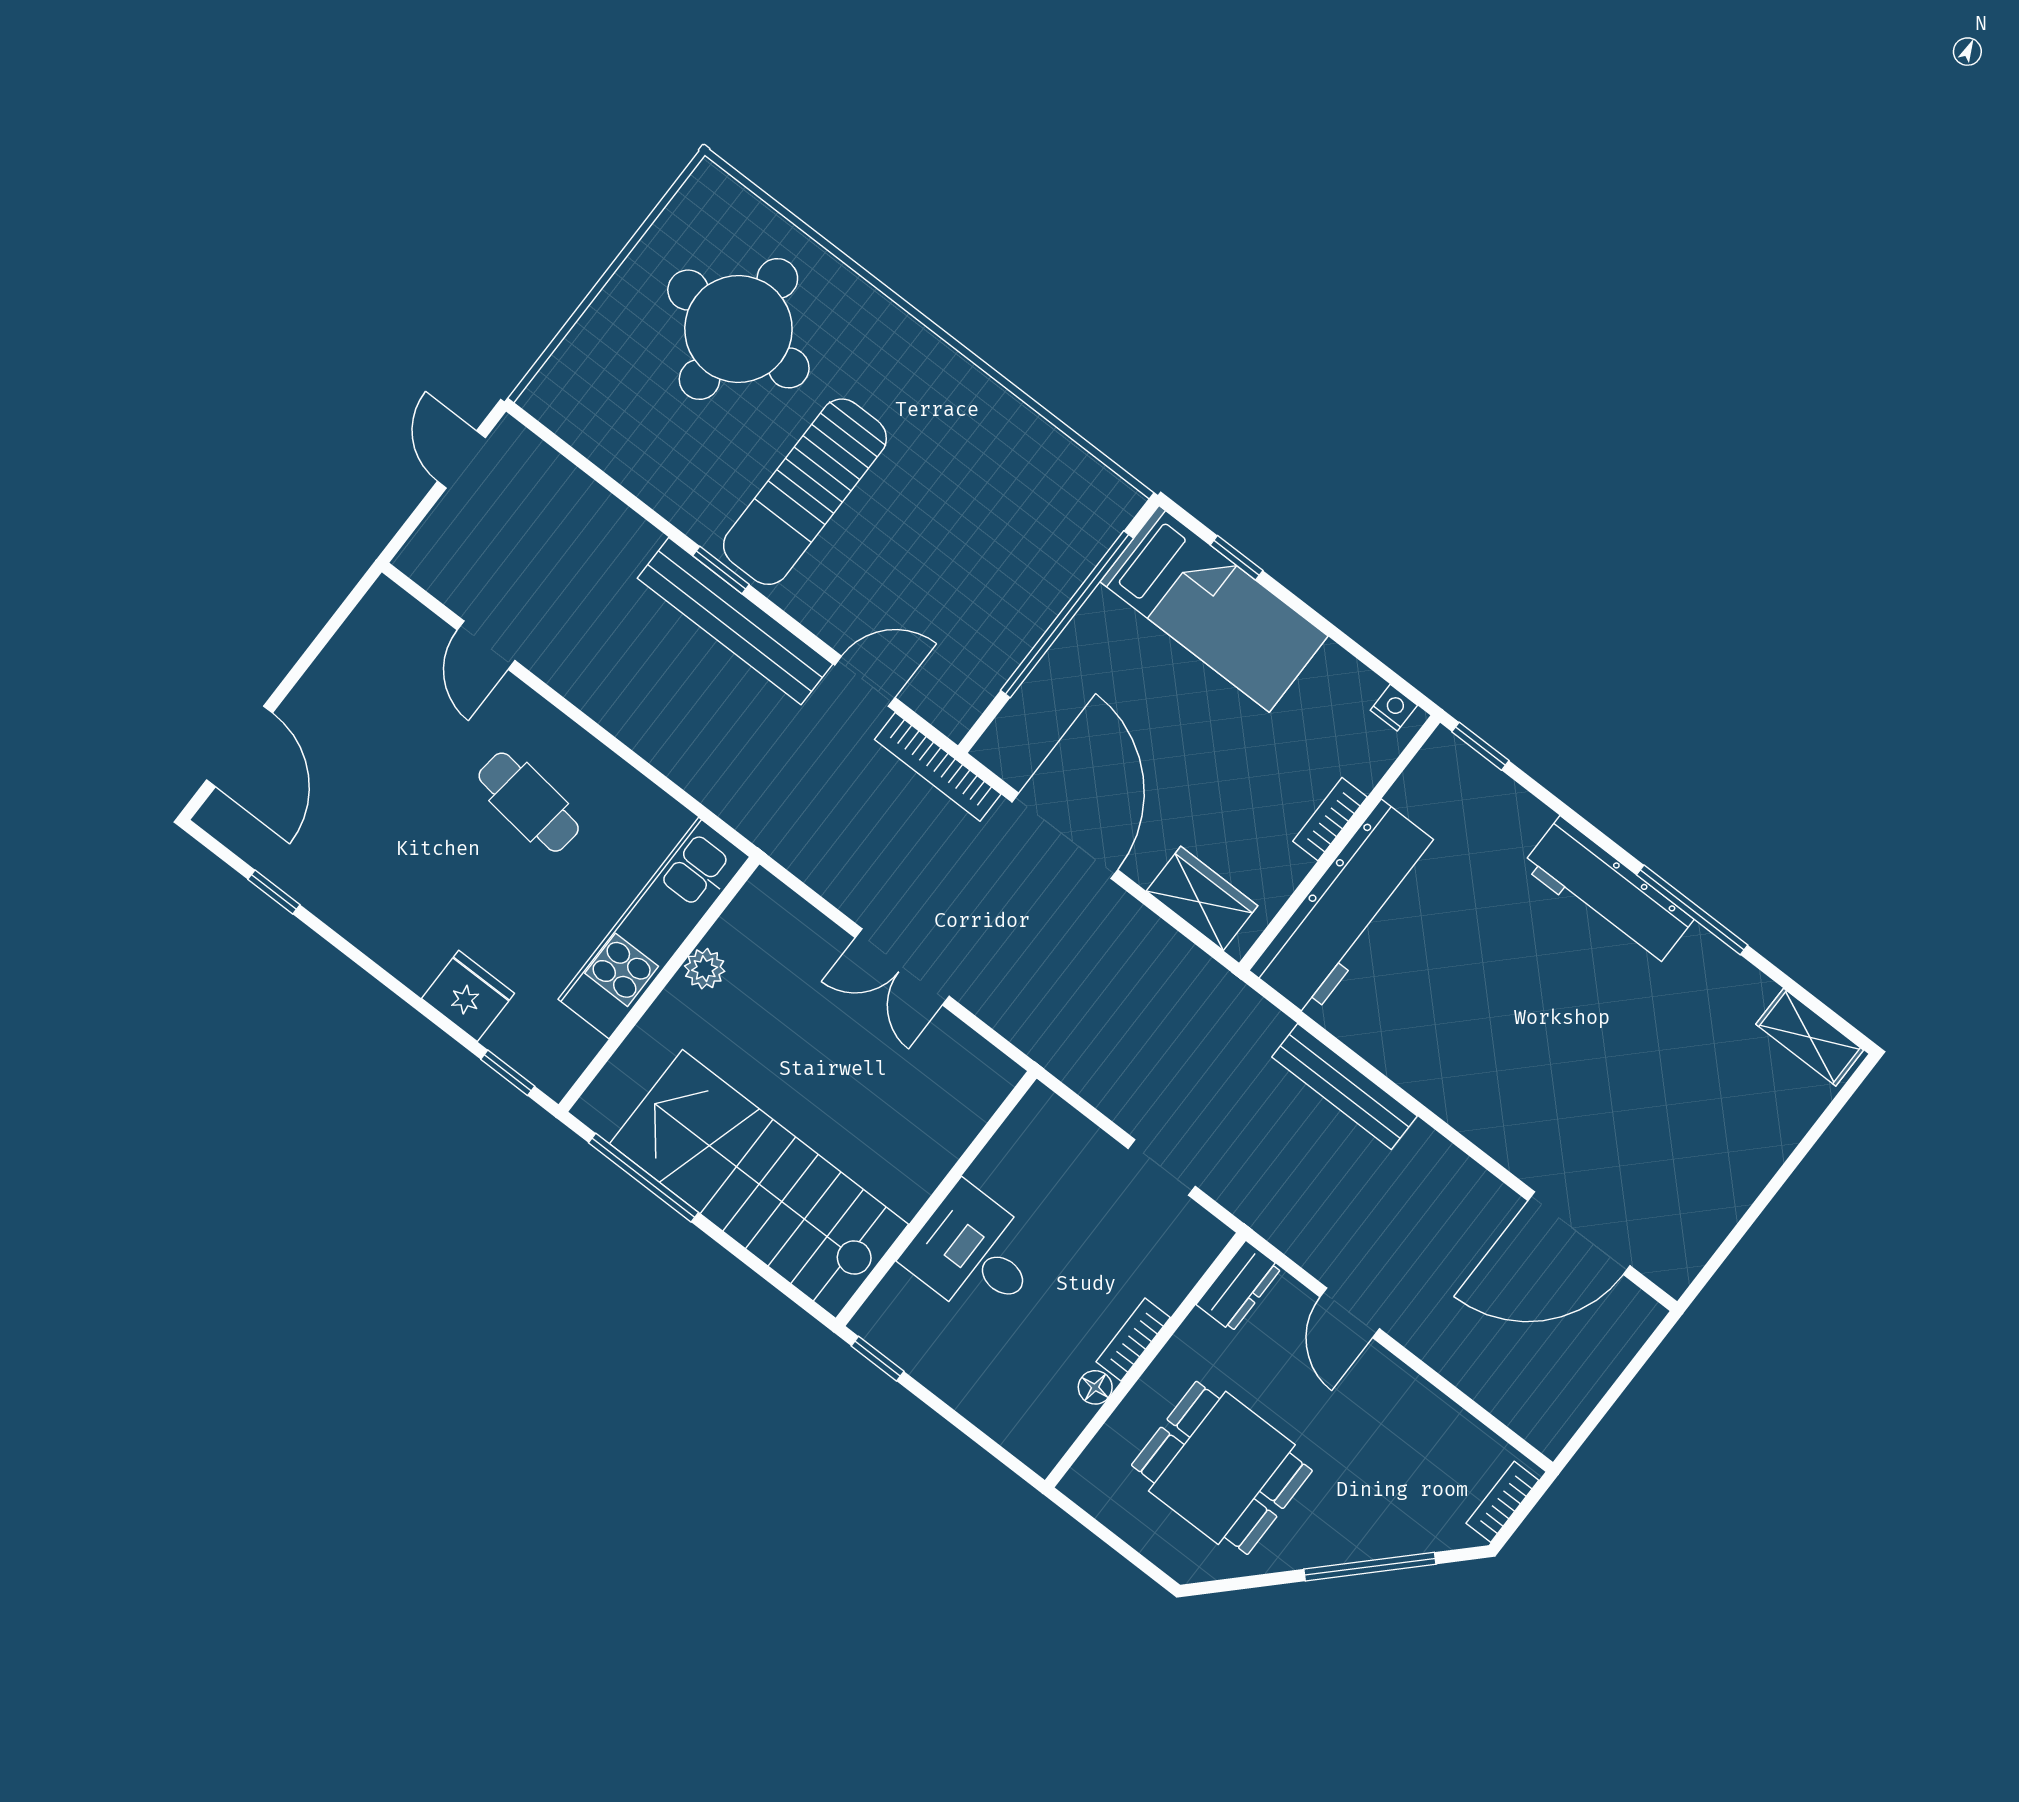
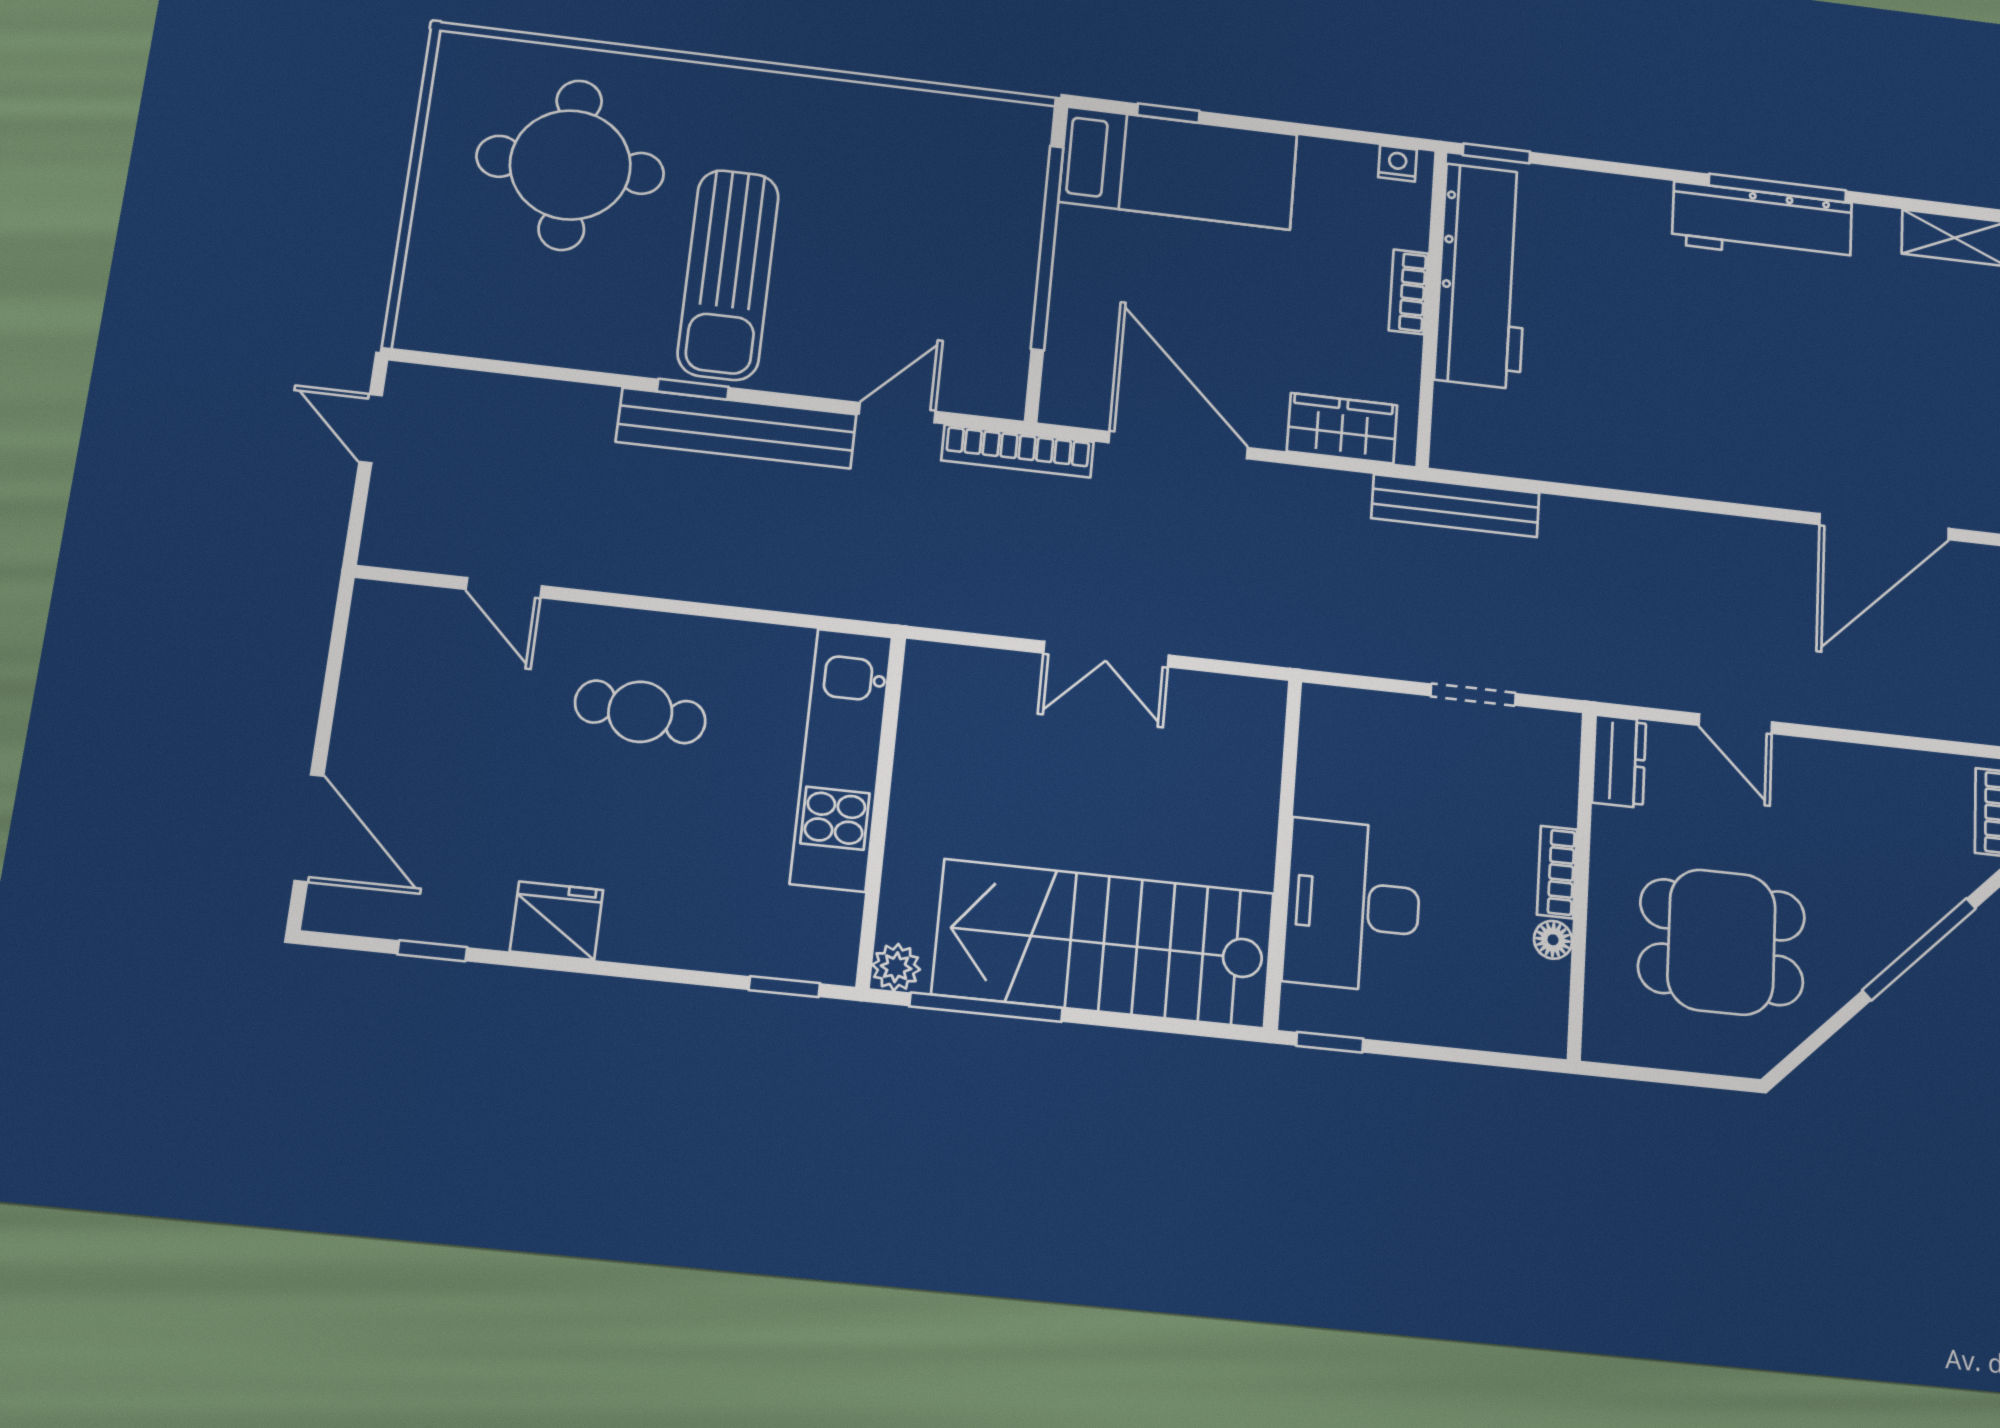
workbench: (1608, 893) -> (1762, 223), moved
workbench: (1346, 909) -> (1483, 276), moved
plant: (705, 969) -> (896, 967), moved
fridge: (468, 996) -> (557, 921), moved
bench: (1345, 1086) -> (1455, 506), moved
desk: (974, 1254) -> (1353, 905), width x1.37

